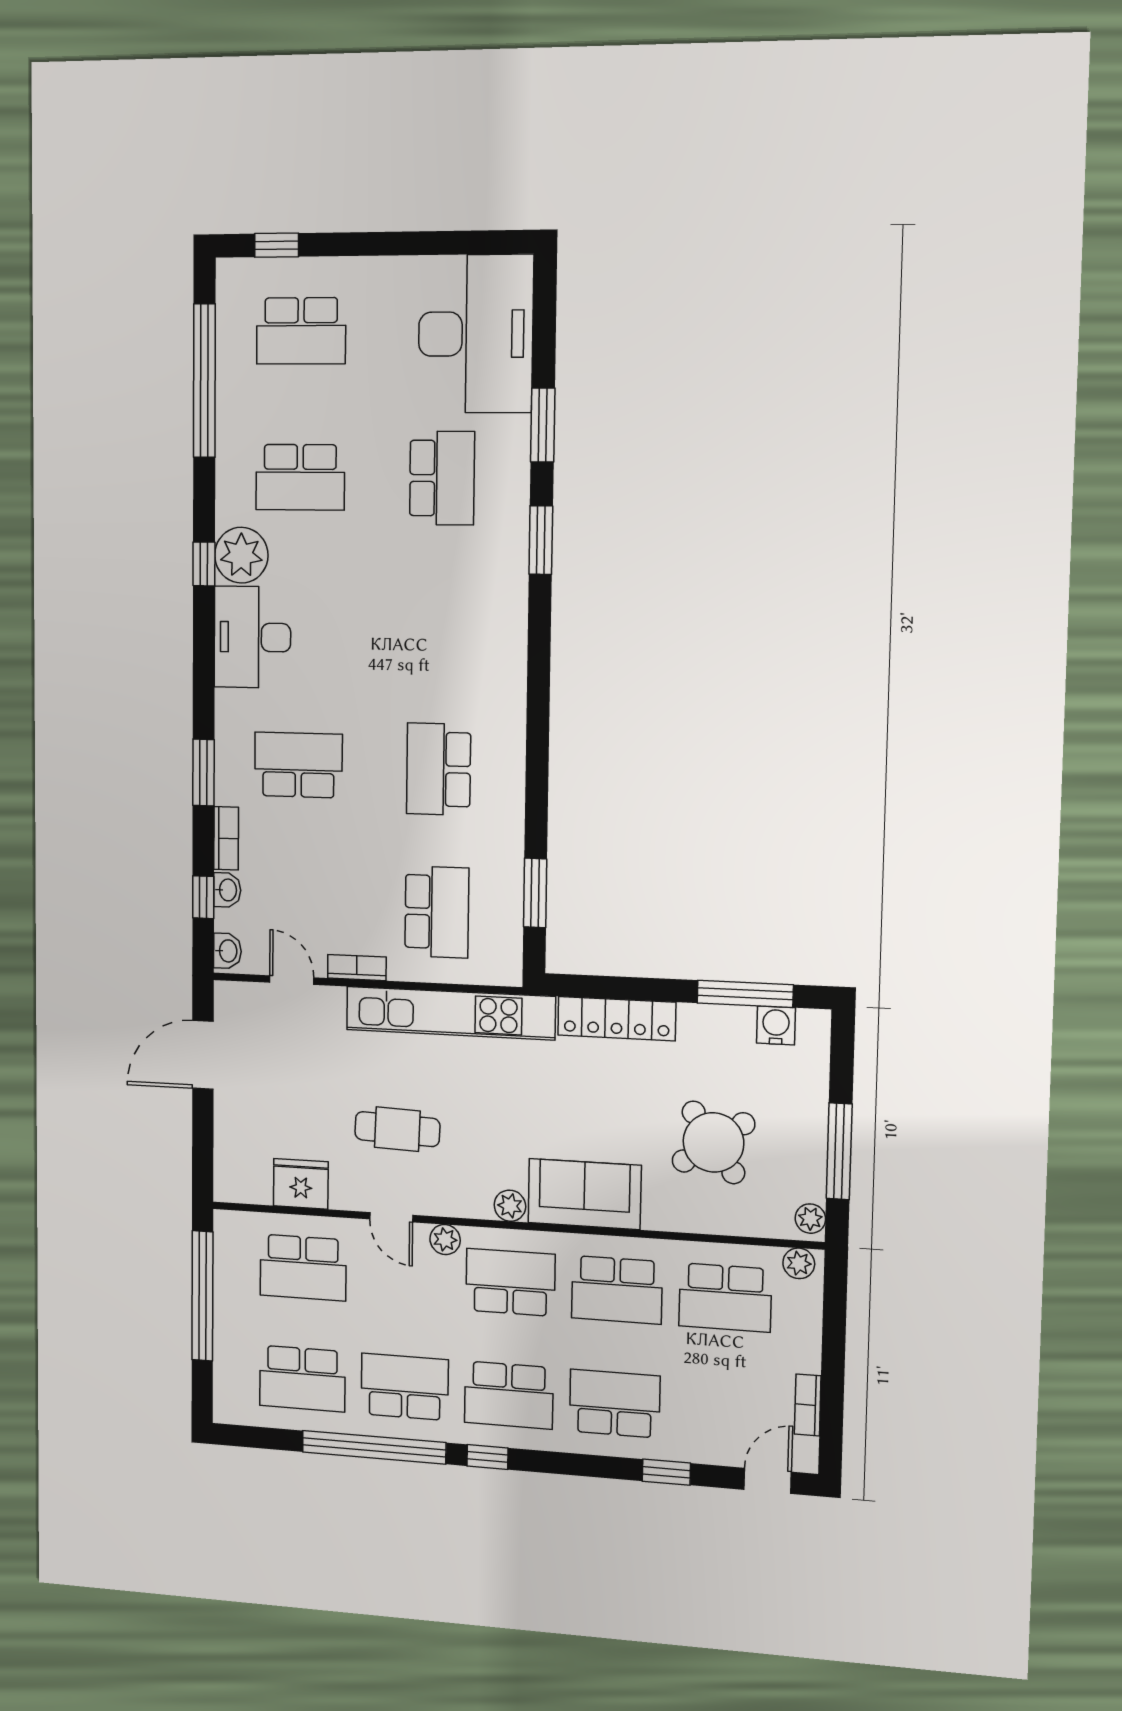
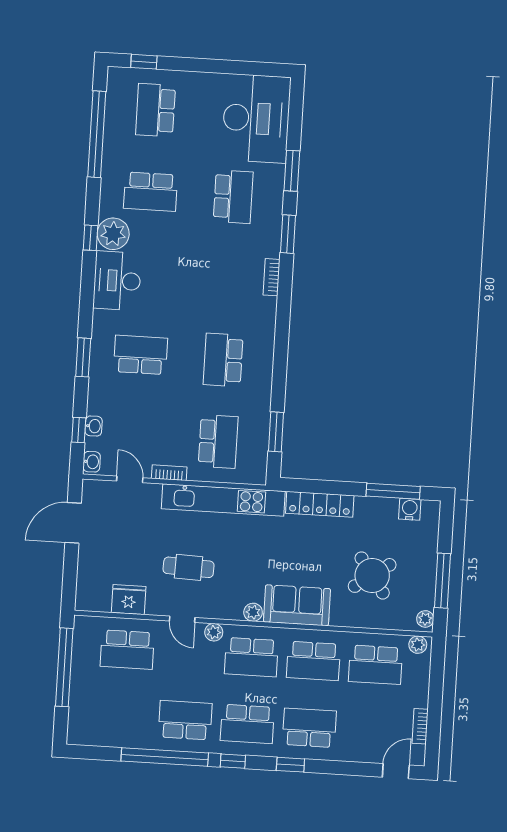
school desk: (301, 331) -> (156, 110), turned 90
bookcase: (226, 838) -> (272, 277), moved, turned 180
school desk: (510, 1282) -> (251, 657), turned 180
school desk: (302, 1379) -> (123, 716), removed
window: (666, 1472) -> (290, 765), moved

